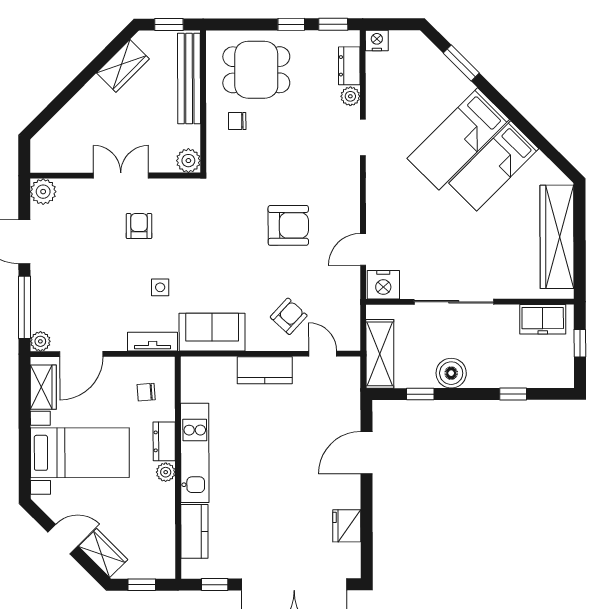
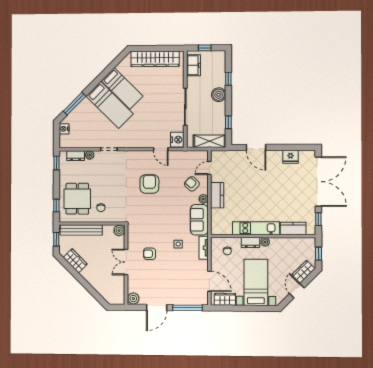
window: (291, 24) -> (56, 205), moved
nightstand: (377, 41) -> (64, 129), moved
window: (461, 63) -> (75, 104), width x1.44
plant: (40, 341) -> (203, 199), moved
boiler: (451, 373) -> (219, 95), moved

